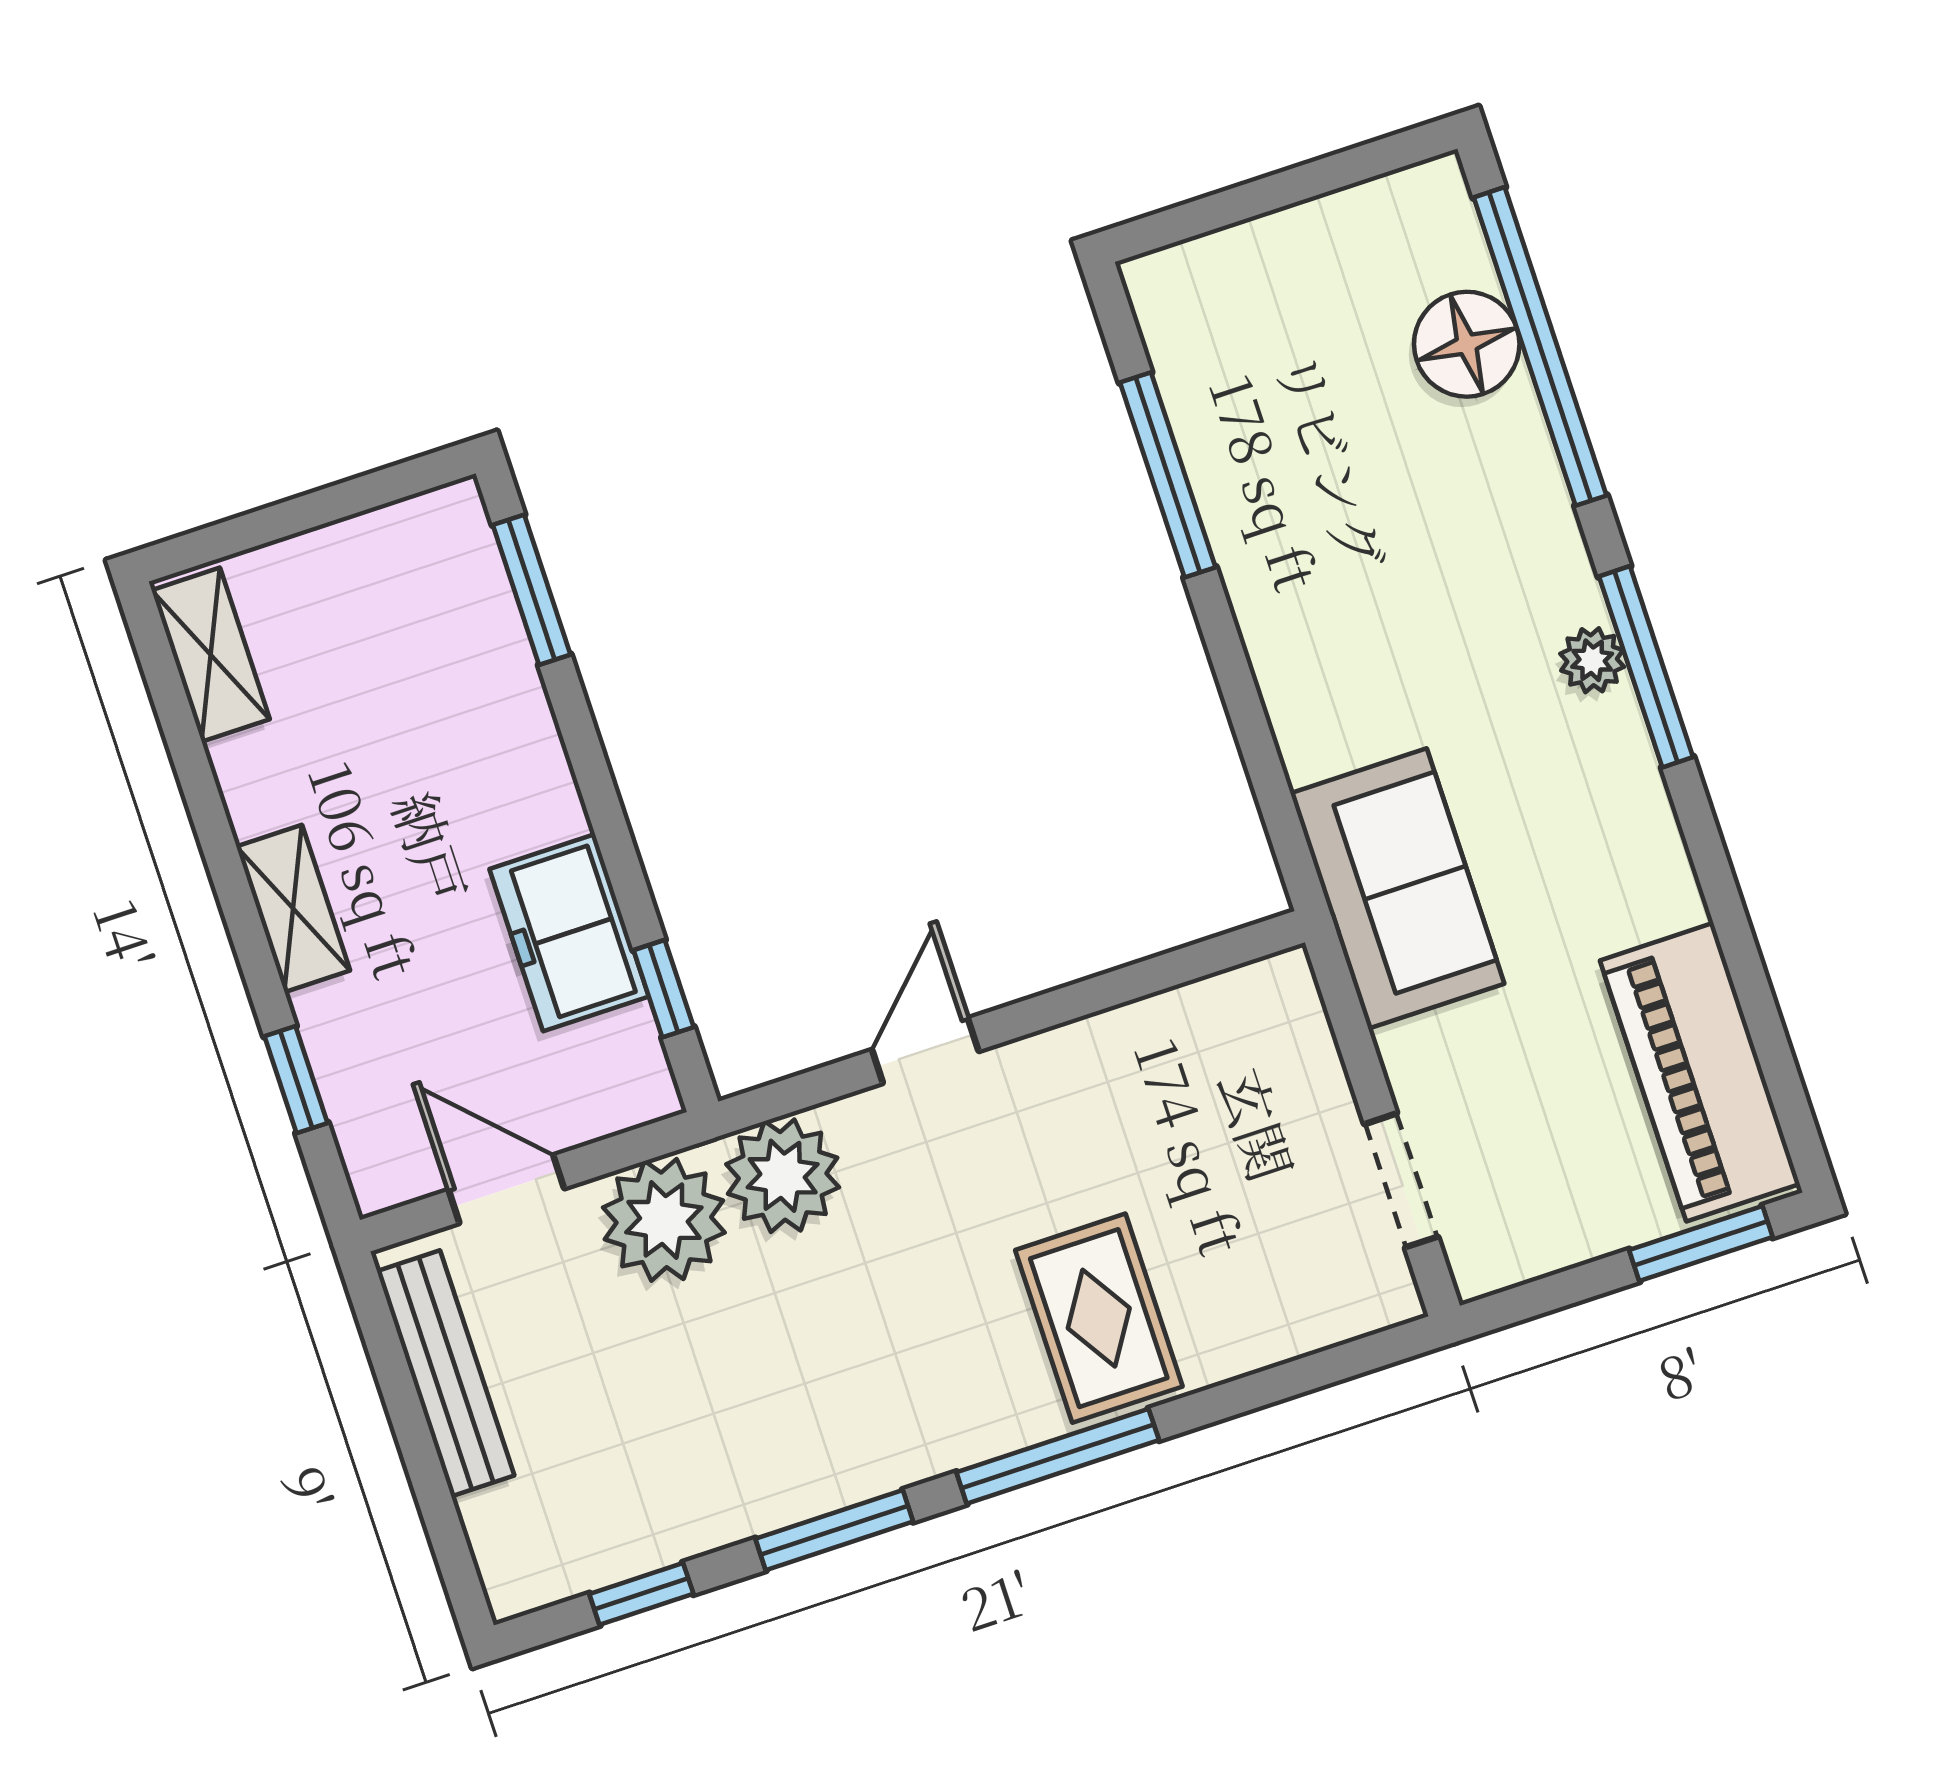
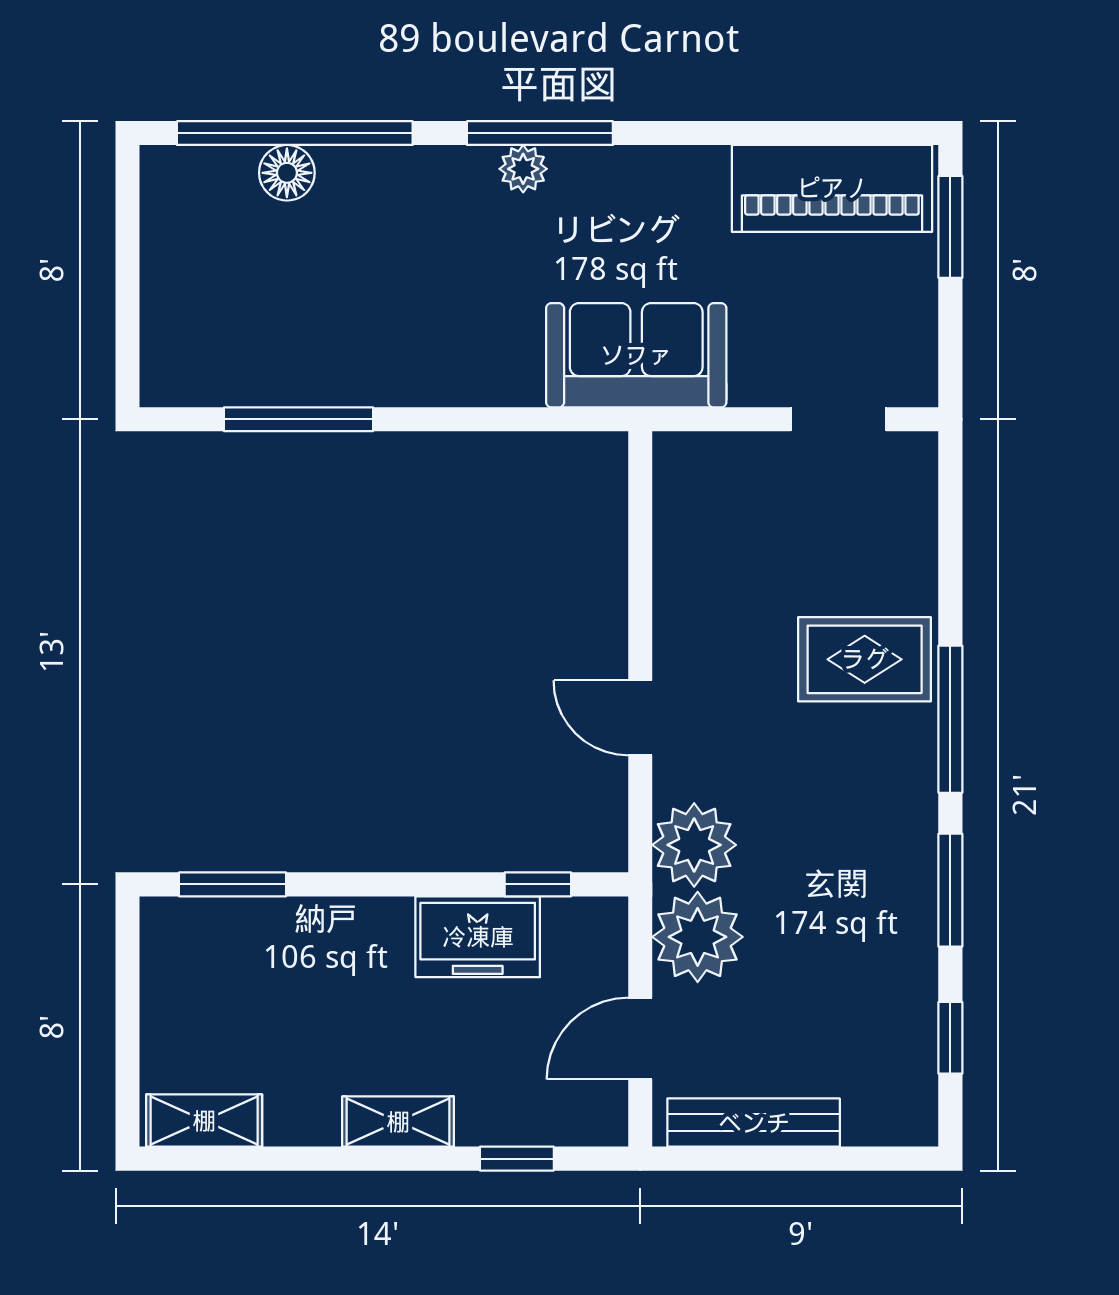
floor lamp: (1467, 344) -> (287, 173), width x0.73, depth x0.73

